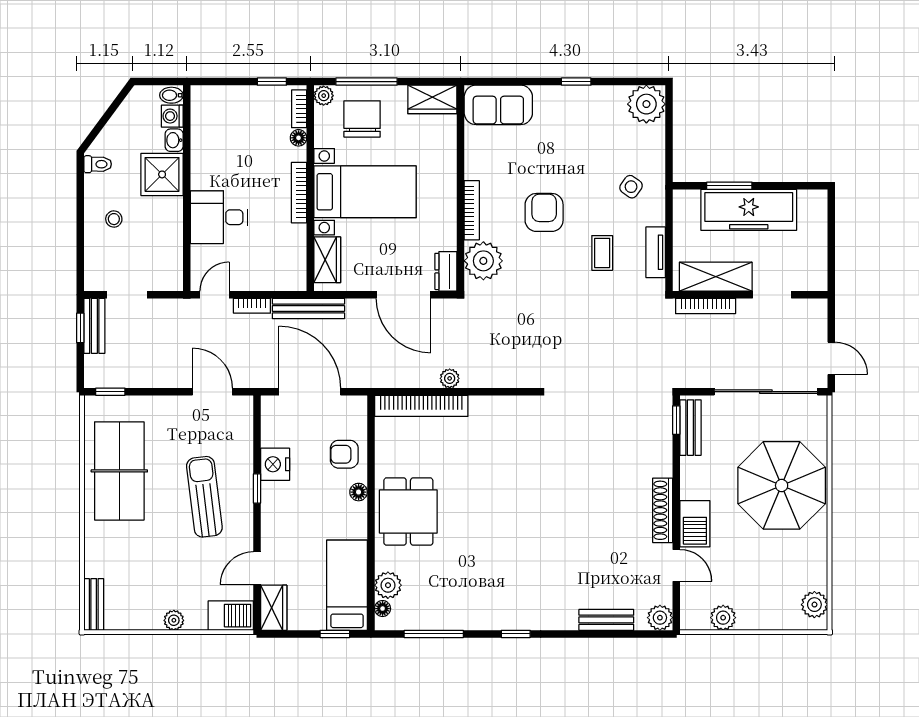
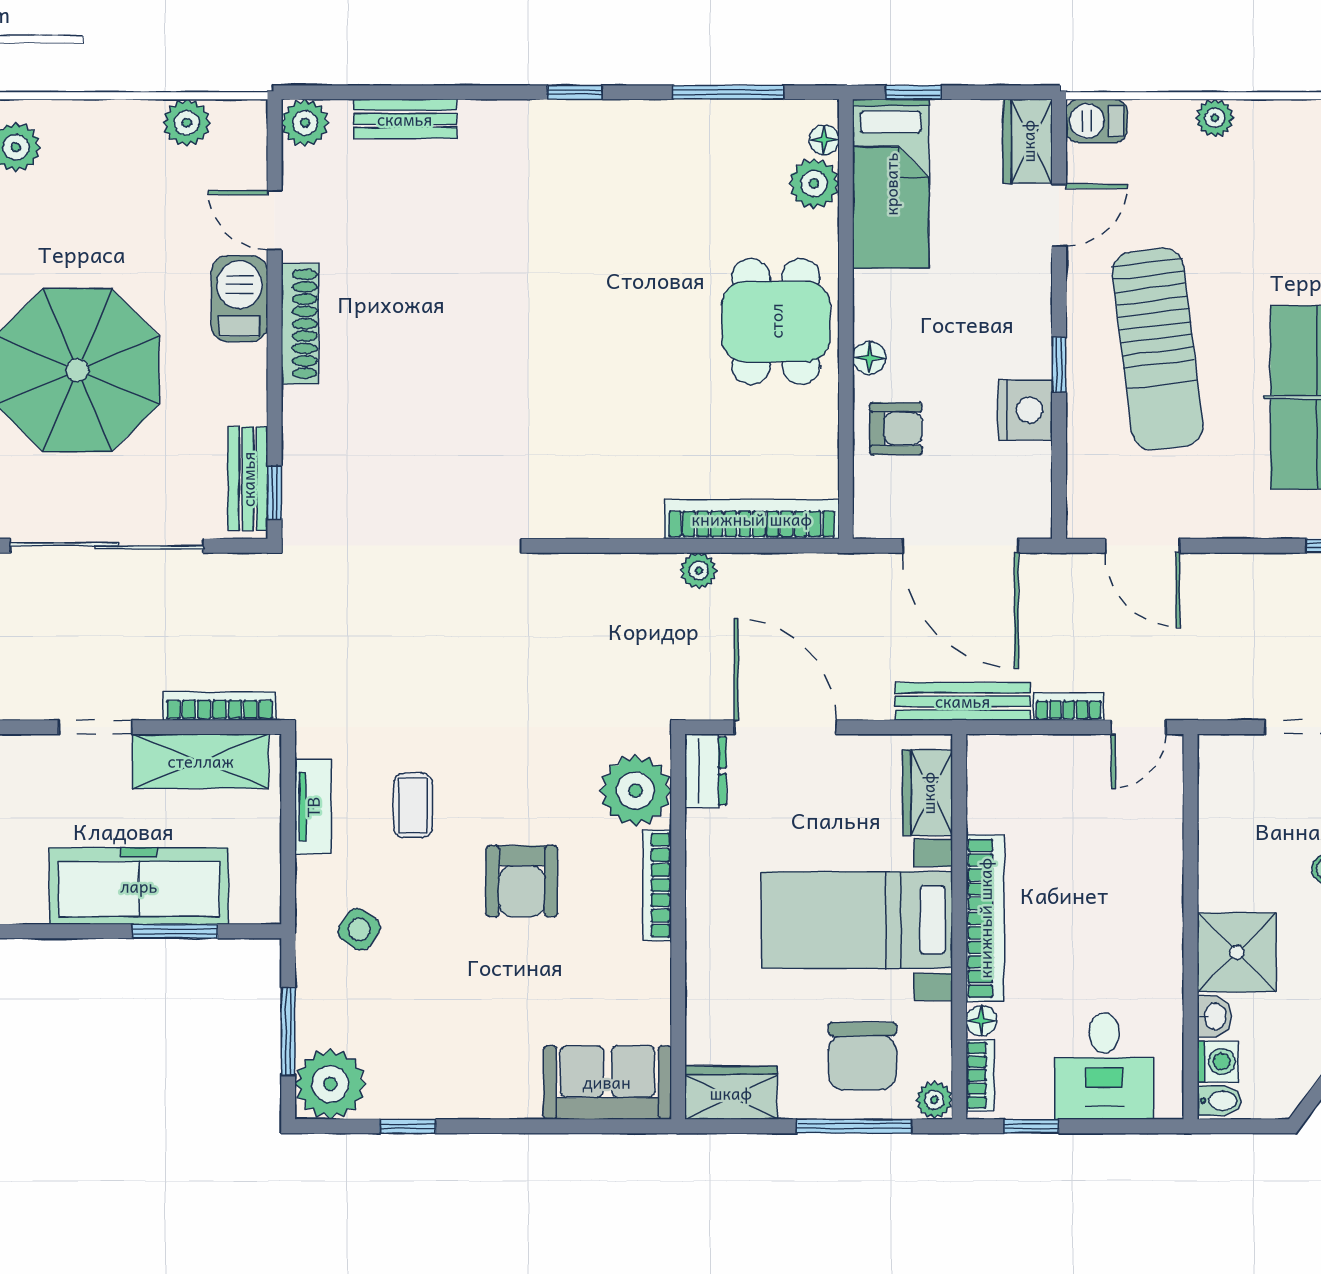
window: (576, 82) -> (408, 1126), moved
window: (669, 132) -> (288, 1031), added
bookcase: (299, 193) -> (985, 918), width x1.48, depth x1.31
desk: (219, 217) -> (1104, 1066), moved, turned 90
sun lounger: (204, 497) -> (1158, 349), width x1.36, depth x1.34
barbecue: (231, 616) -> (1097, 121), width x0.73, depth x0.79

